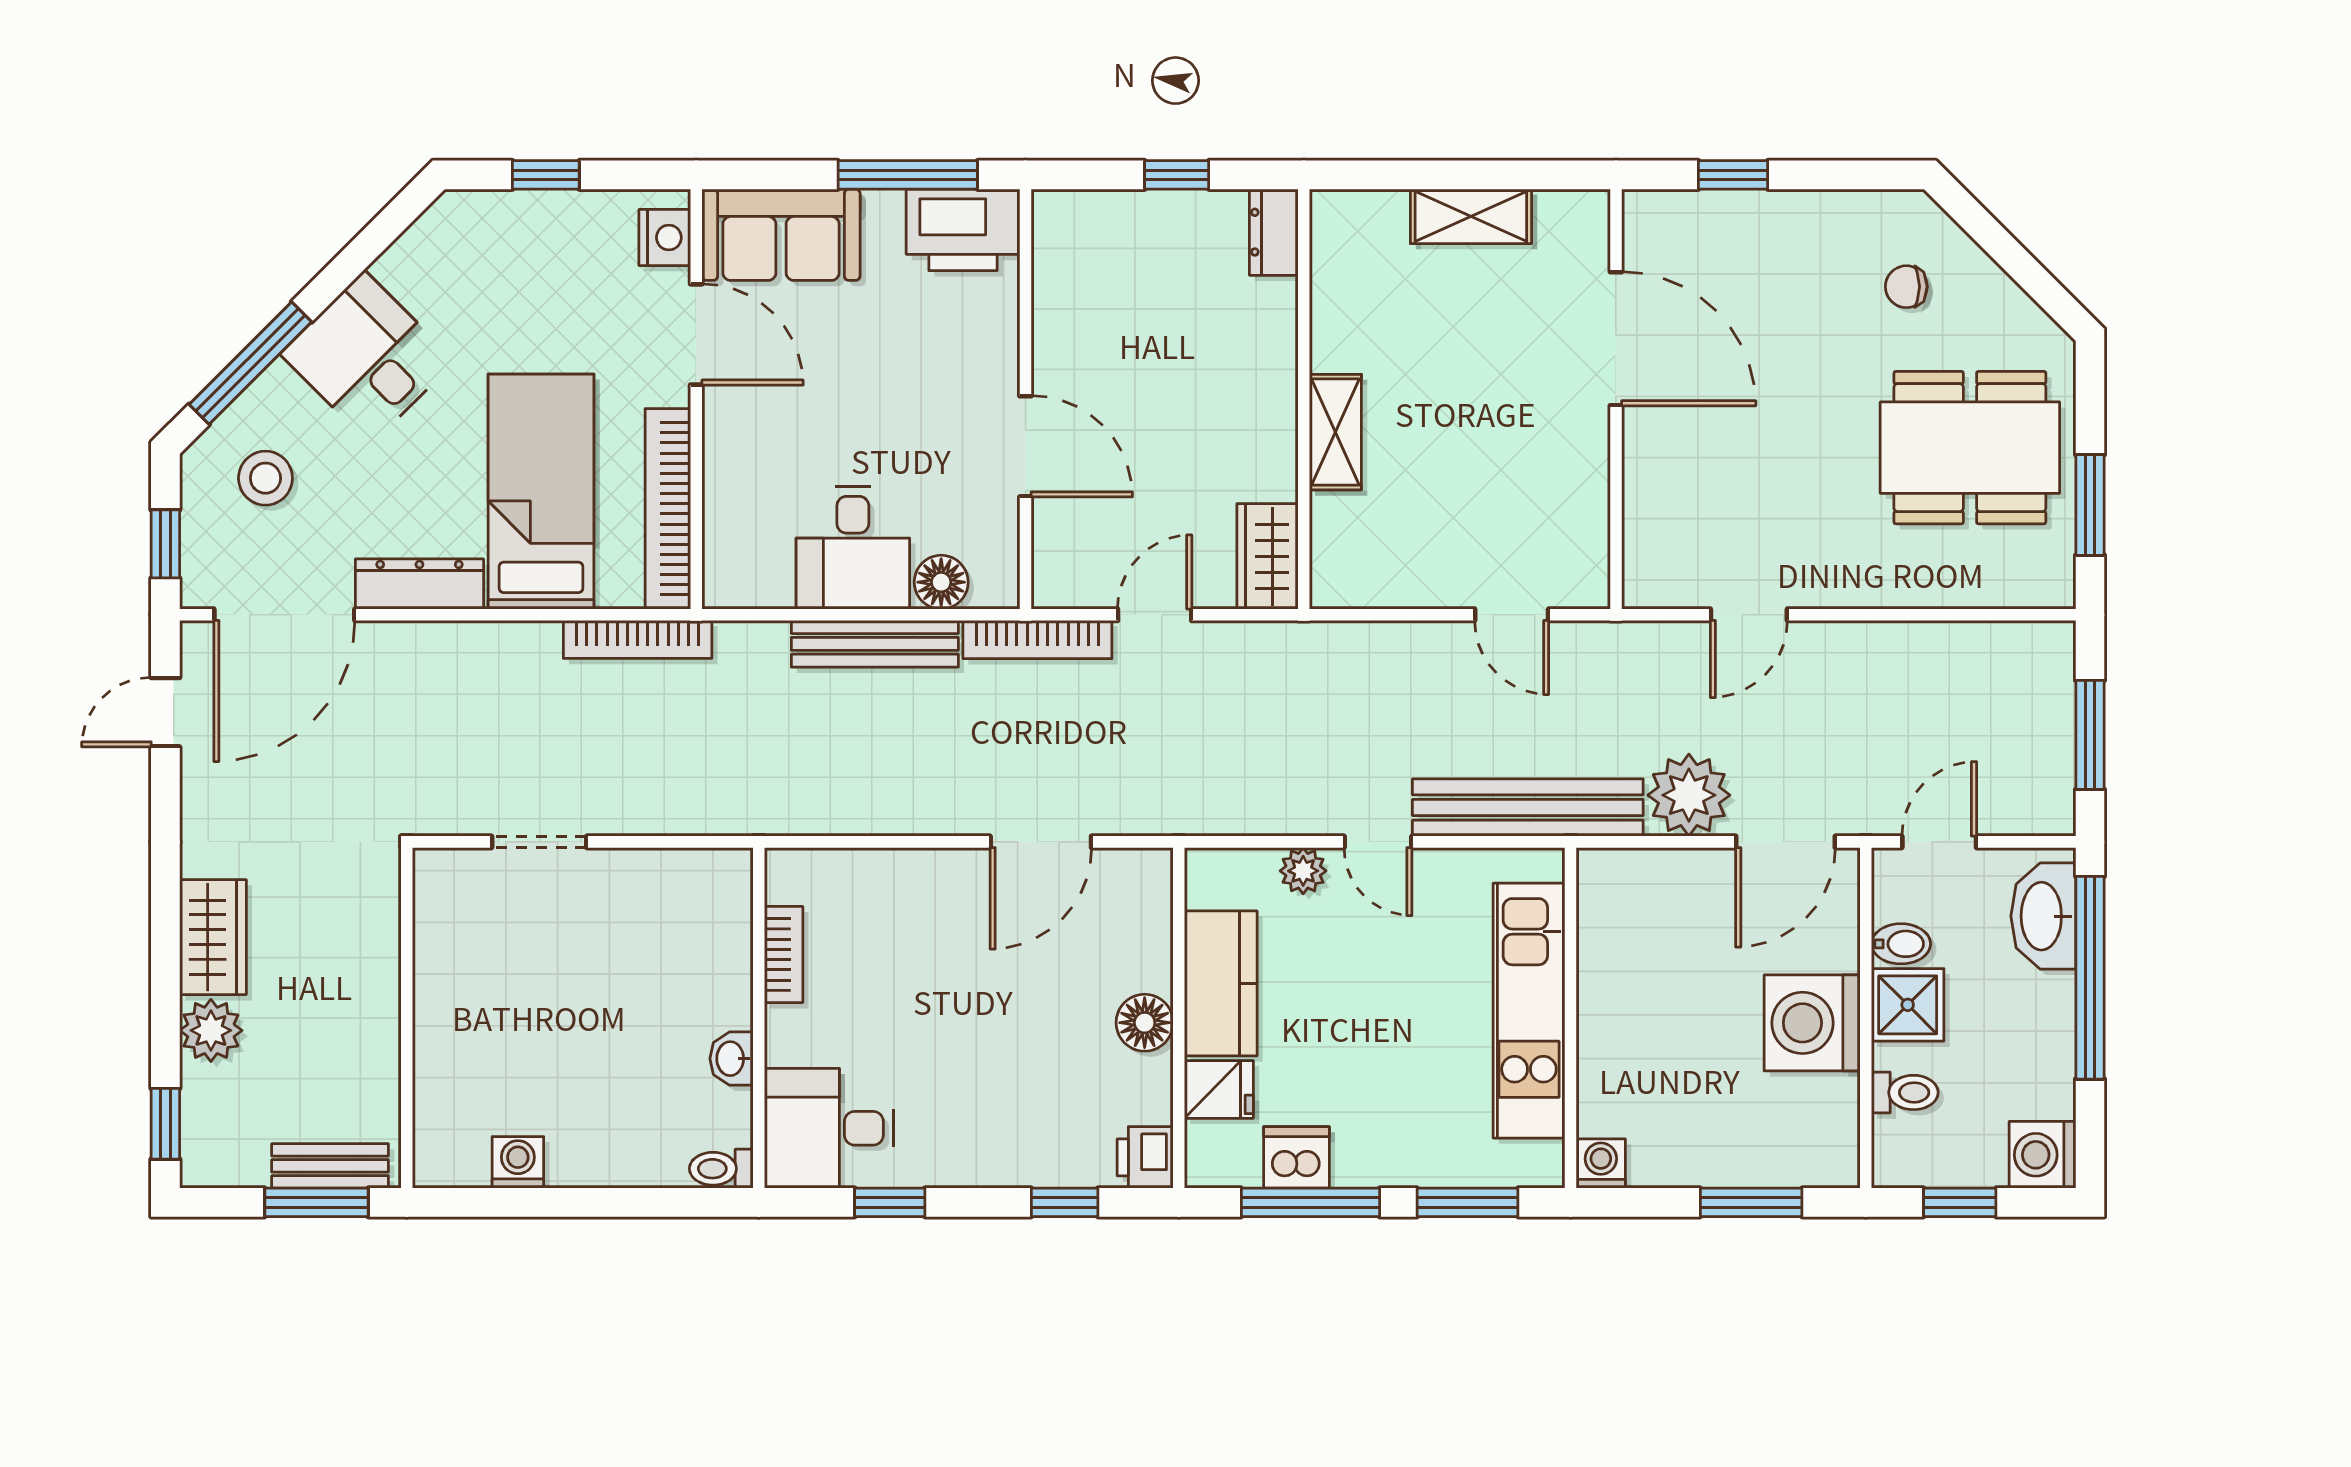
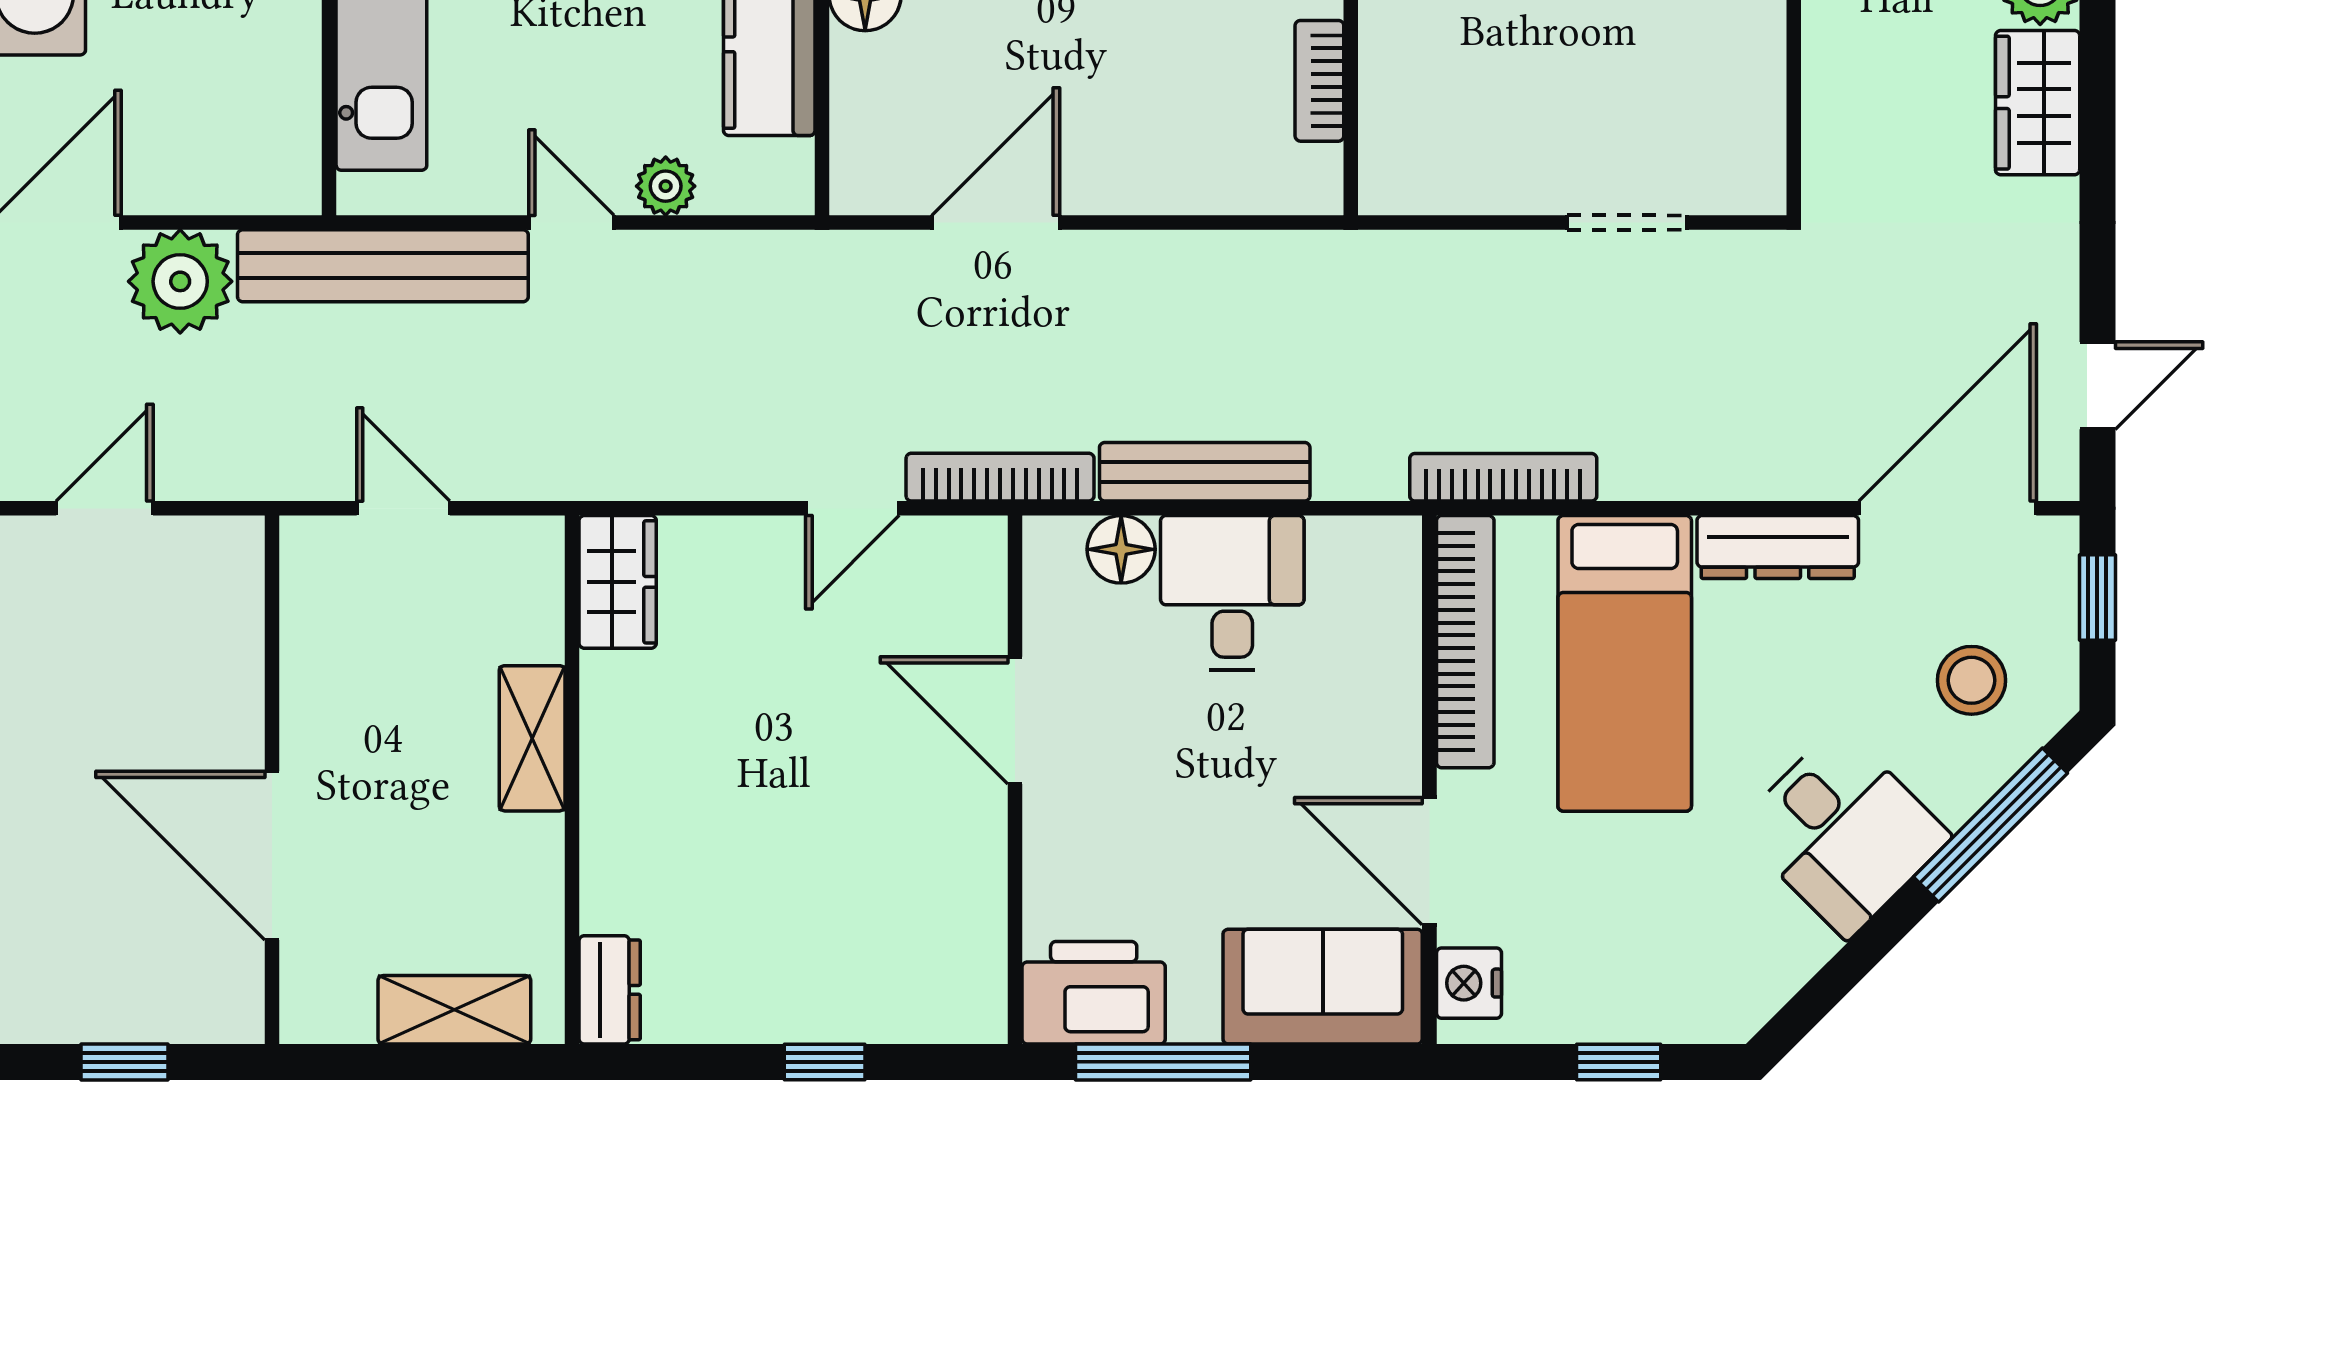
dresser: (1274, 232) -> (610, 990), moved
wall: (1304, 399) -> (572, 780), moved
shelving: (1335, 432) -> (532, 738), moved
wardrobe: (1267, 556) -> (618, 582), moved

